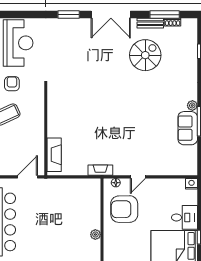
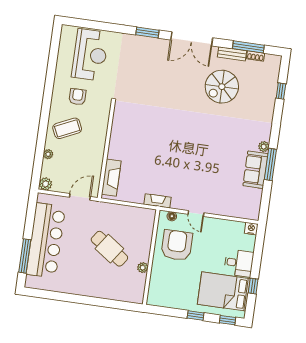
spiral stairs: (145, 55) -> (222, 87), turned 180
door: (138, 177) -> (196, 213), hinge flipped
armchair: (124, 209) -> (177, 245), turned 91
cafe table: (62, 221) -> (109, 249), added

